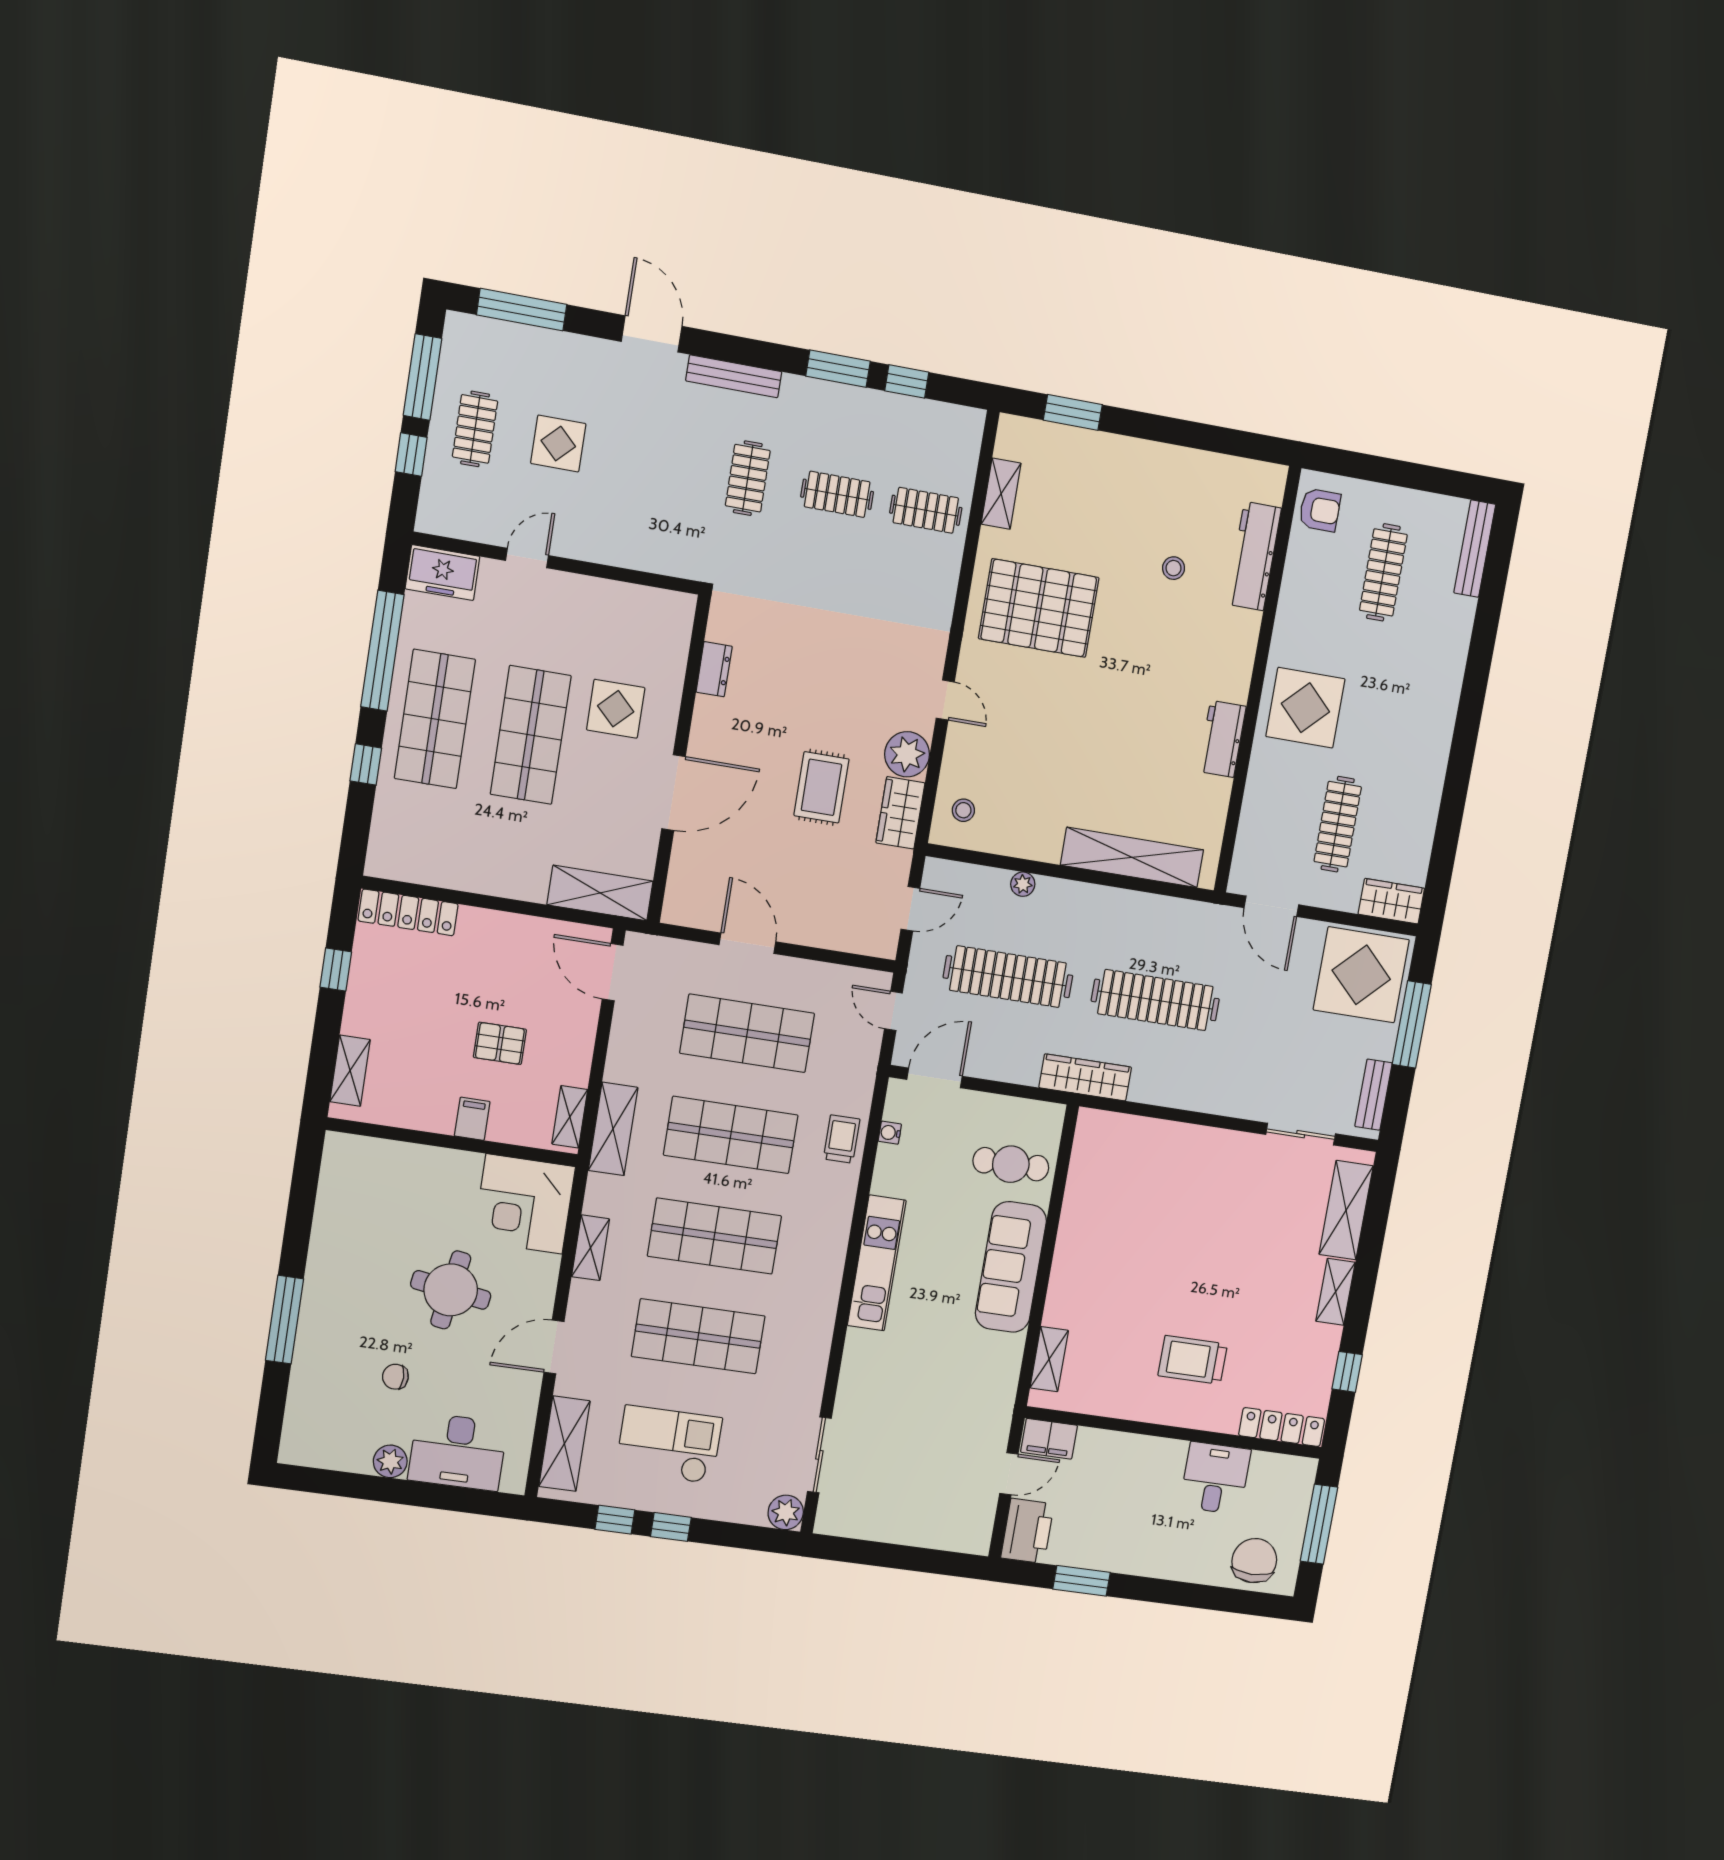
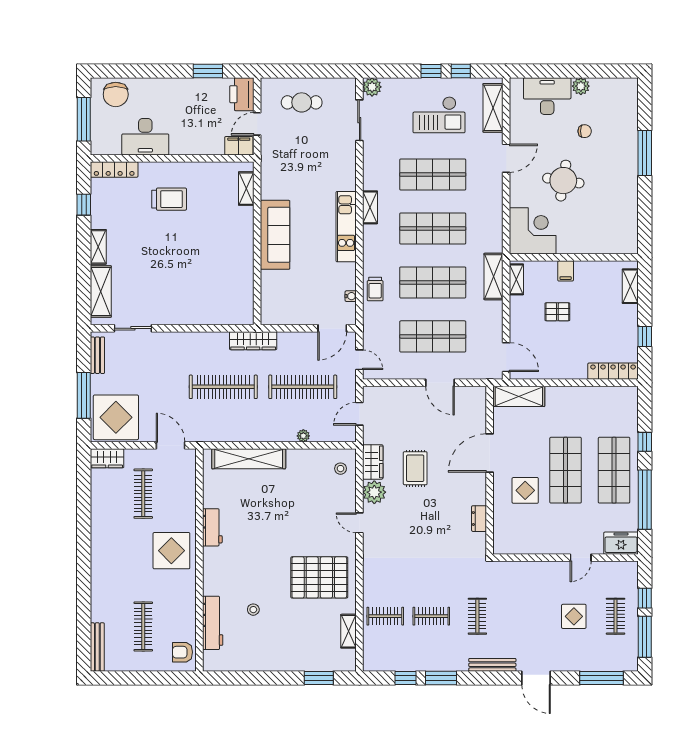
cafe table: (1011, 1164) -> (302, 102), moved
shelving: (591, 1248) -> (370, 207), moved
desk: (1215, 1478) -> (145, 137), width x1.37

